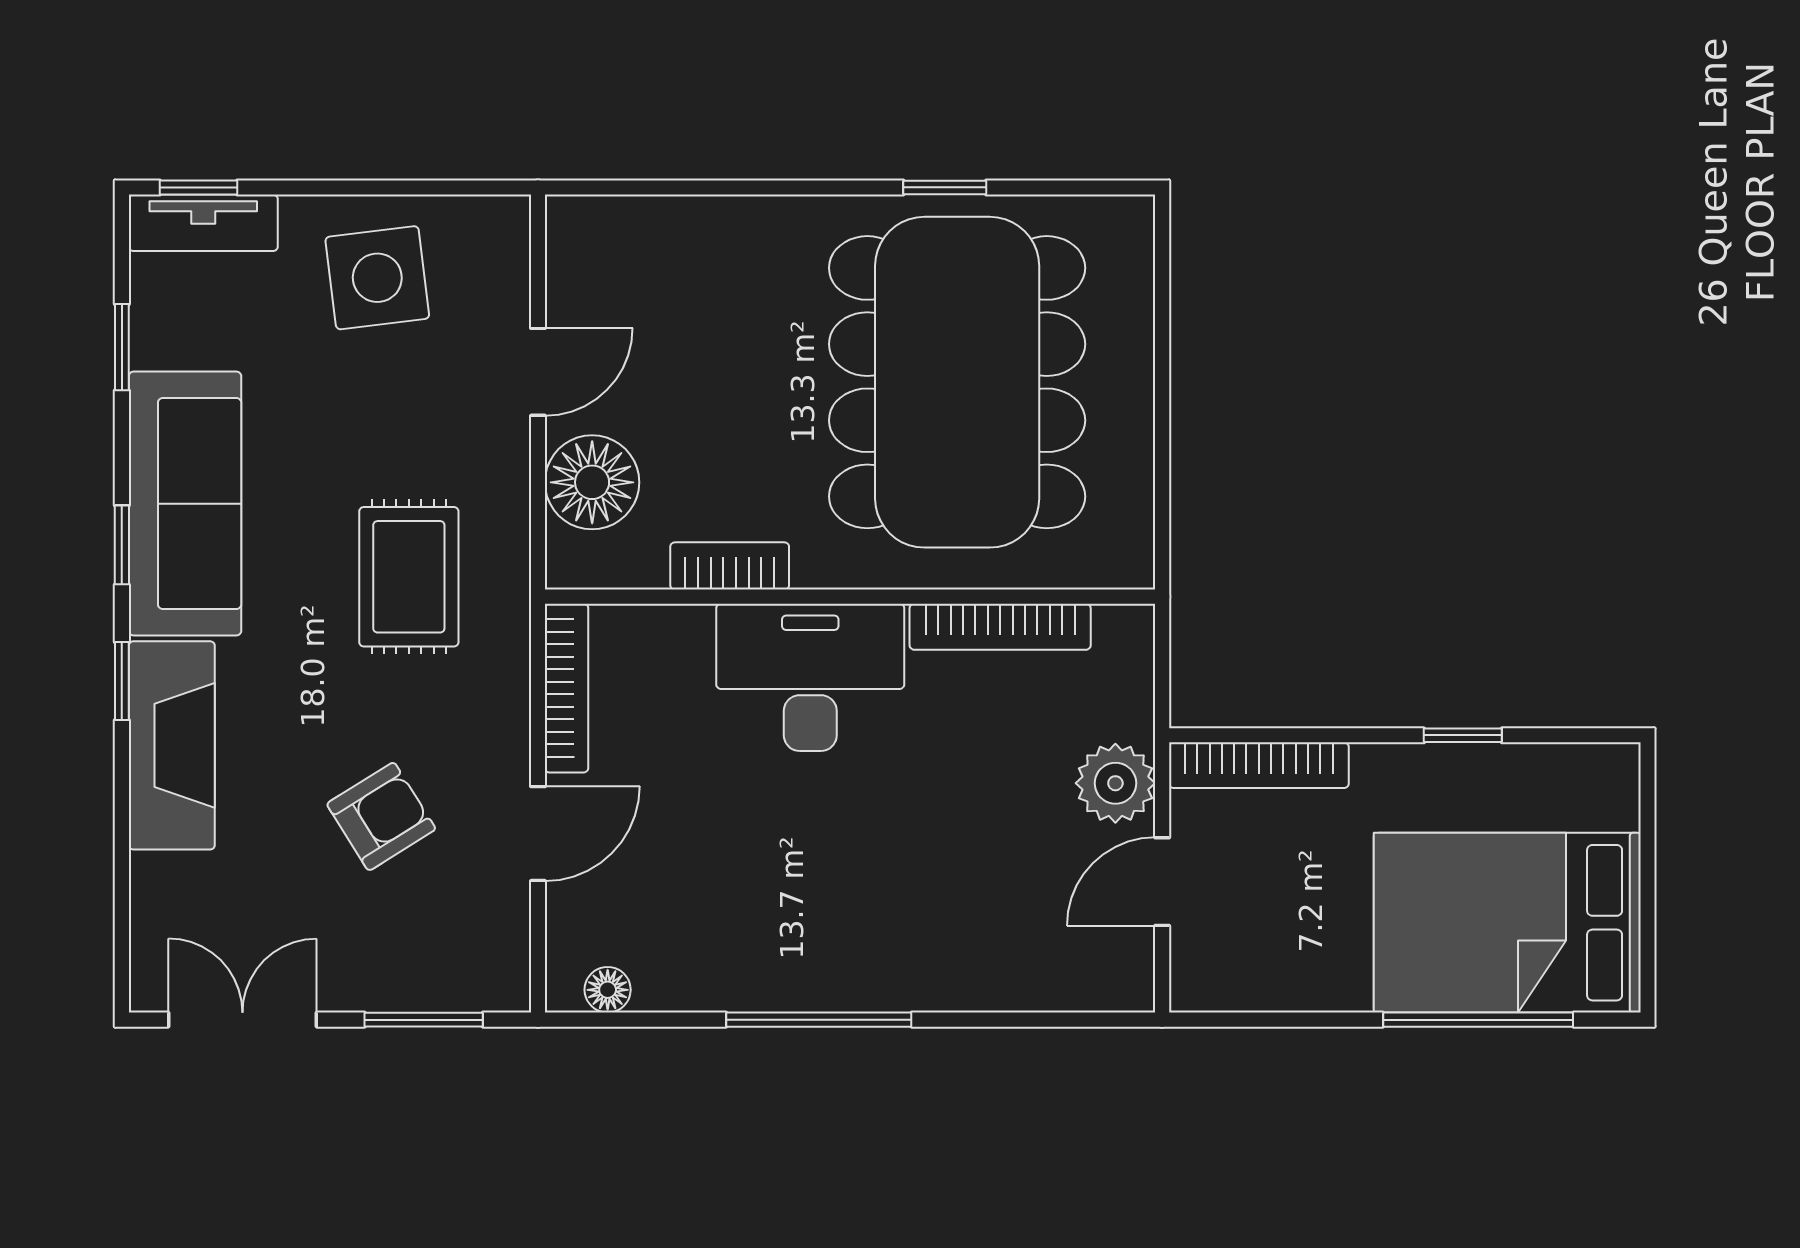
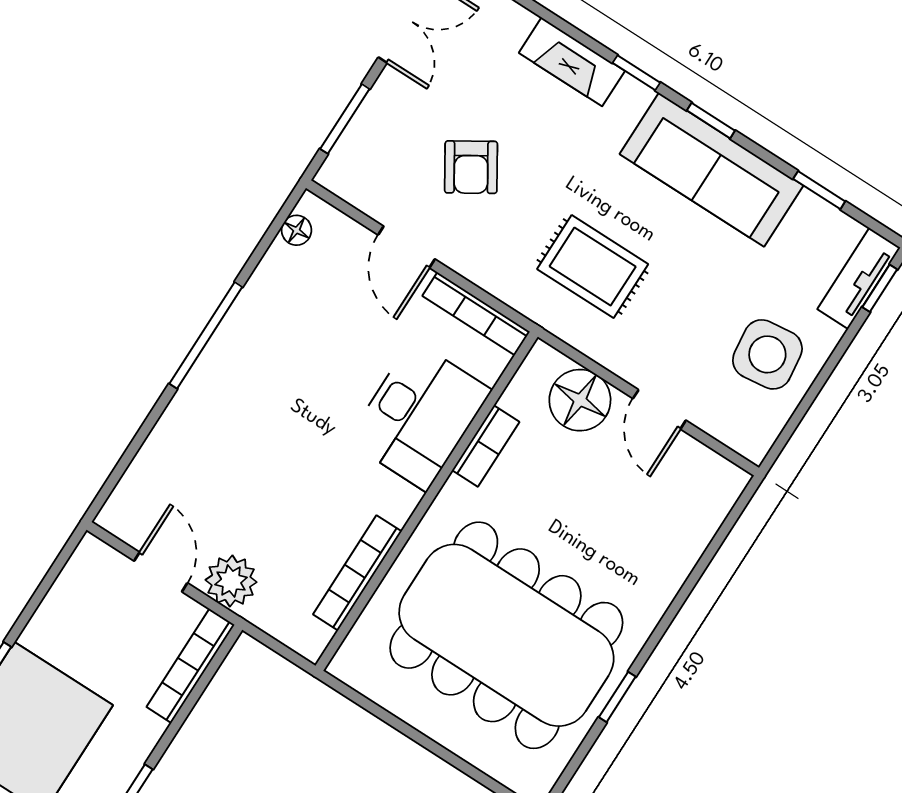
desk: (810, 677) -> (419, 415), moved
fireplace: (172, 745) -> (572, 62), width x0.73, depth x0.76

